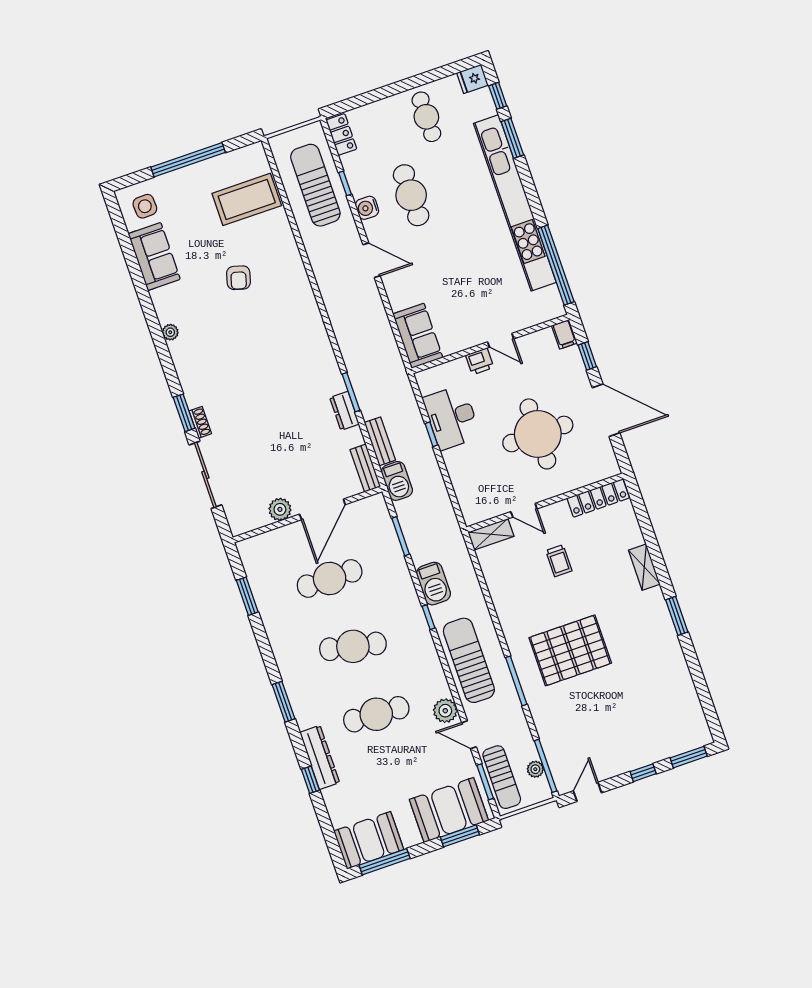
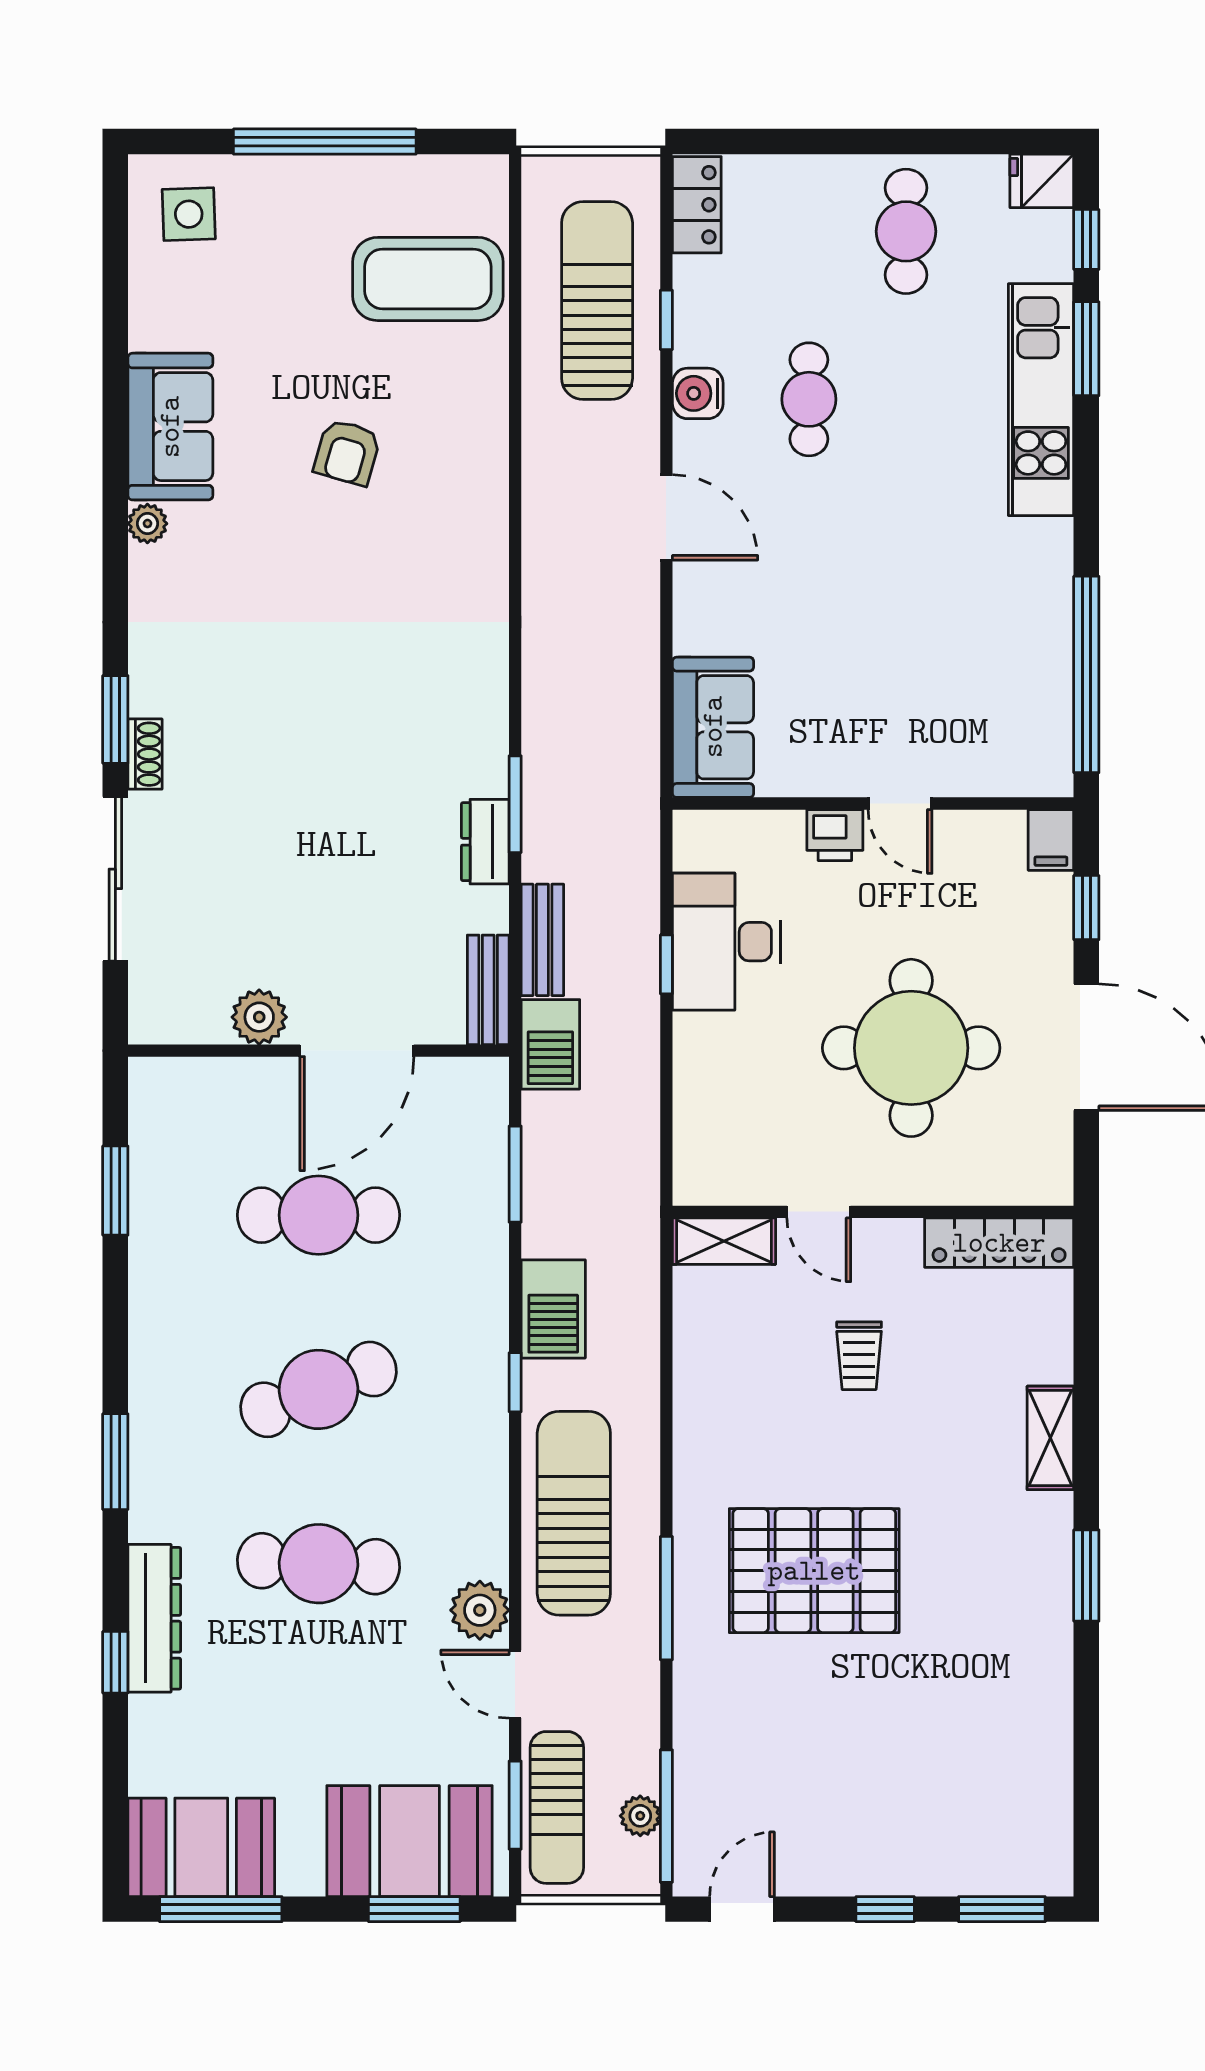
cafe table: (411, 195) -> (809, 399), width x0.73, depth x0.74
kitchen unit: (515, 203) -> (1041, 400), width x0.54
sofa: (154, 256) -> (170, 427), moved
cafe table: (353, 646) -> (319, 1389), turned -33

